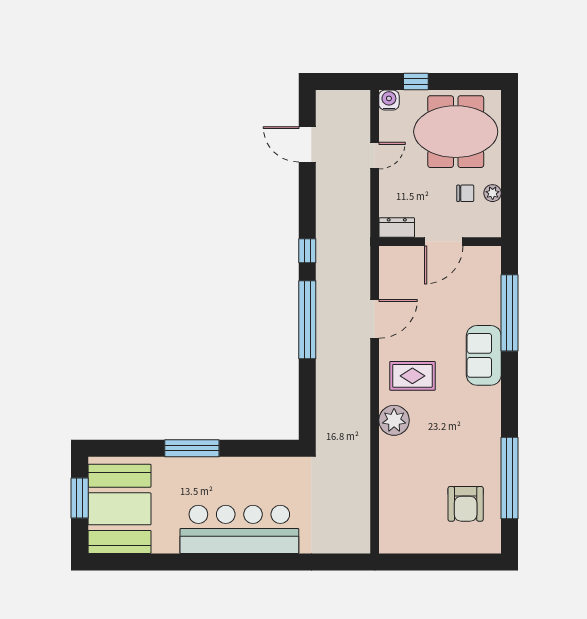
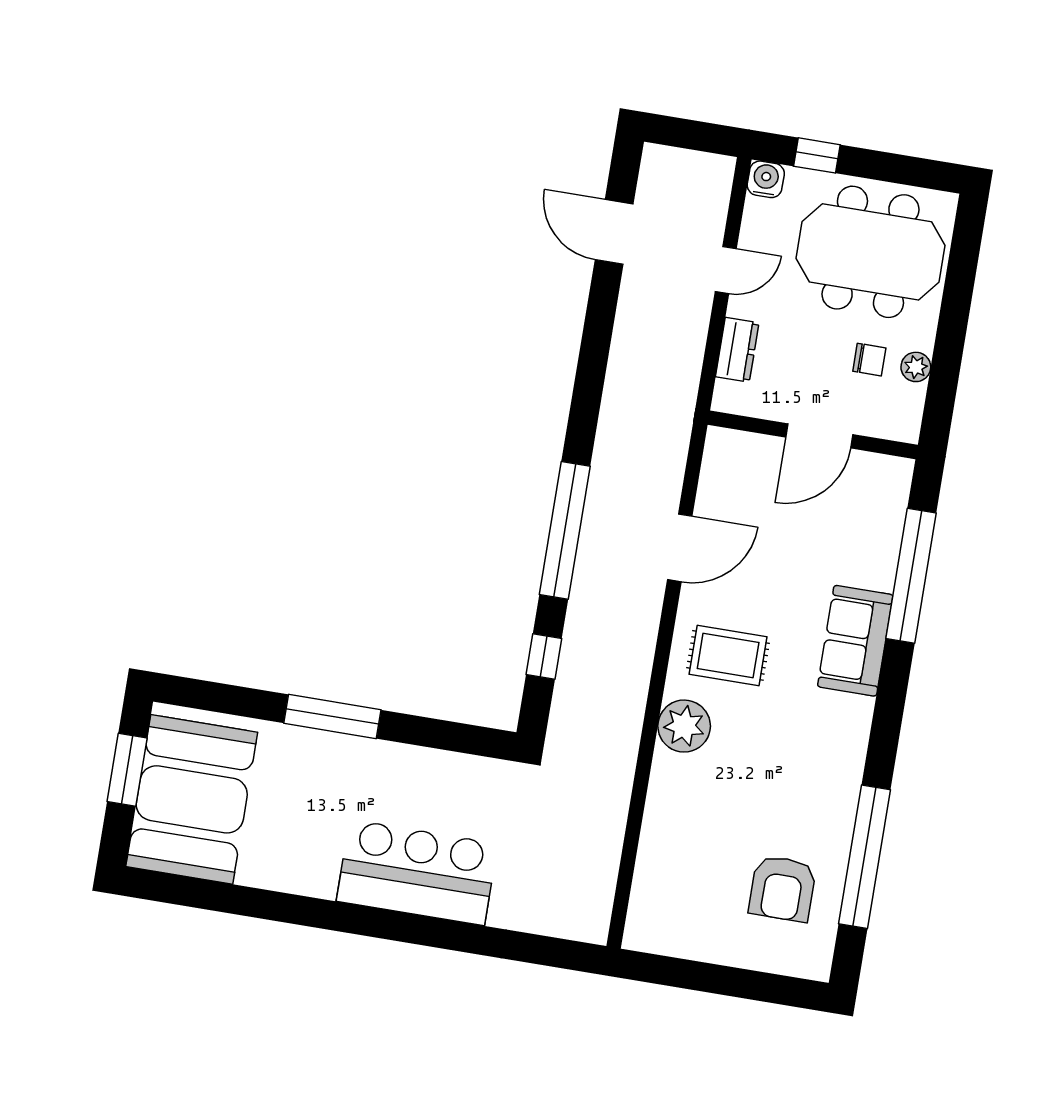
dresser: (397, 228) -> (737, 350), moved, turned 90
window: (307, 251) -> (544, 656), moved
bar counter: (239, 529) -> (417, 873), width x0.73

